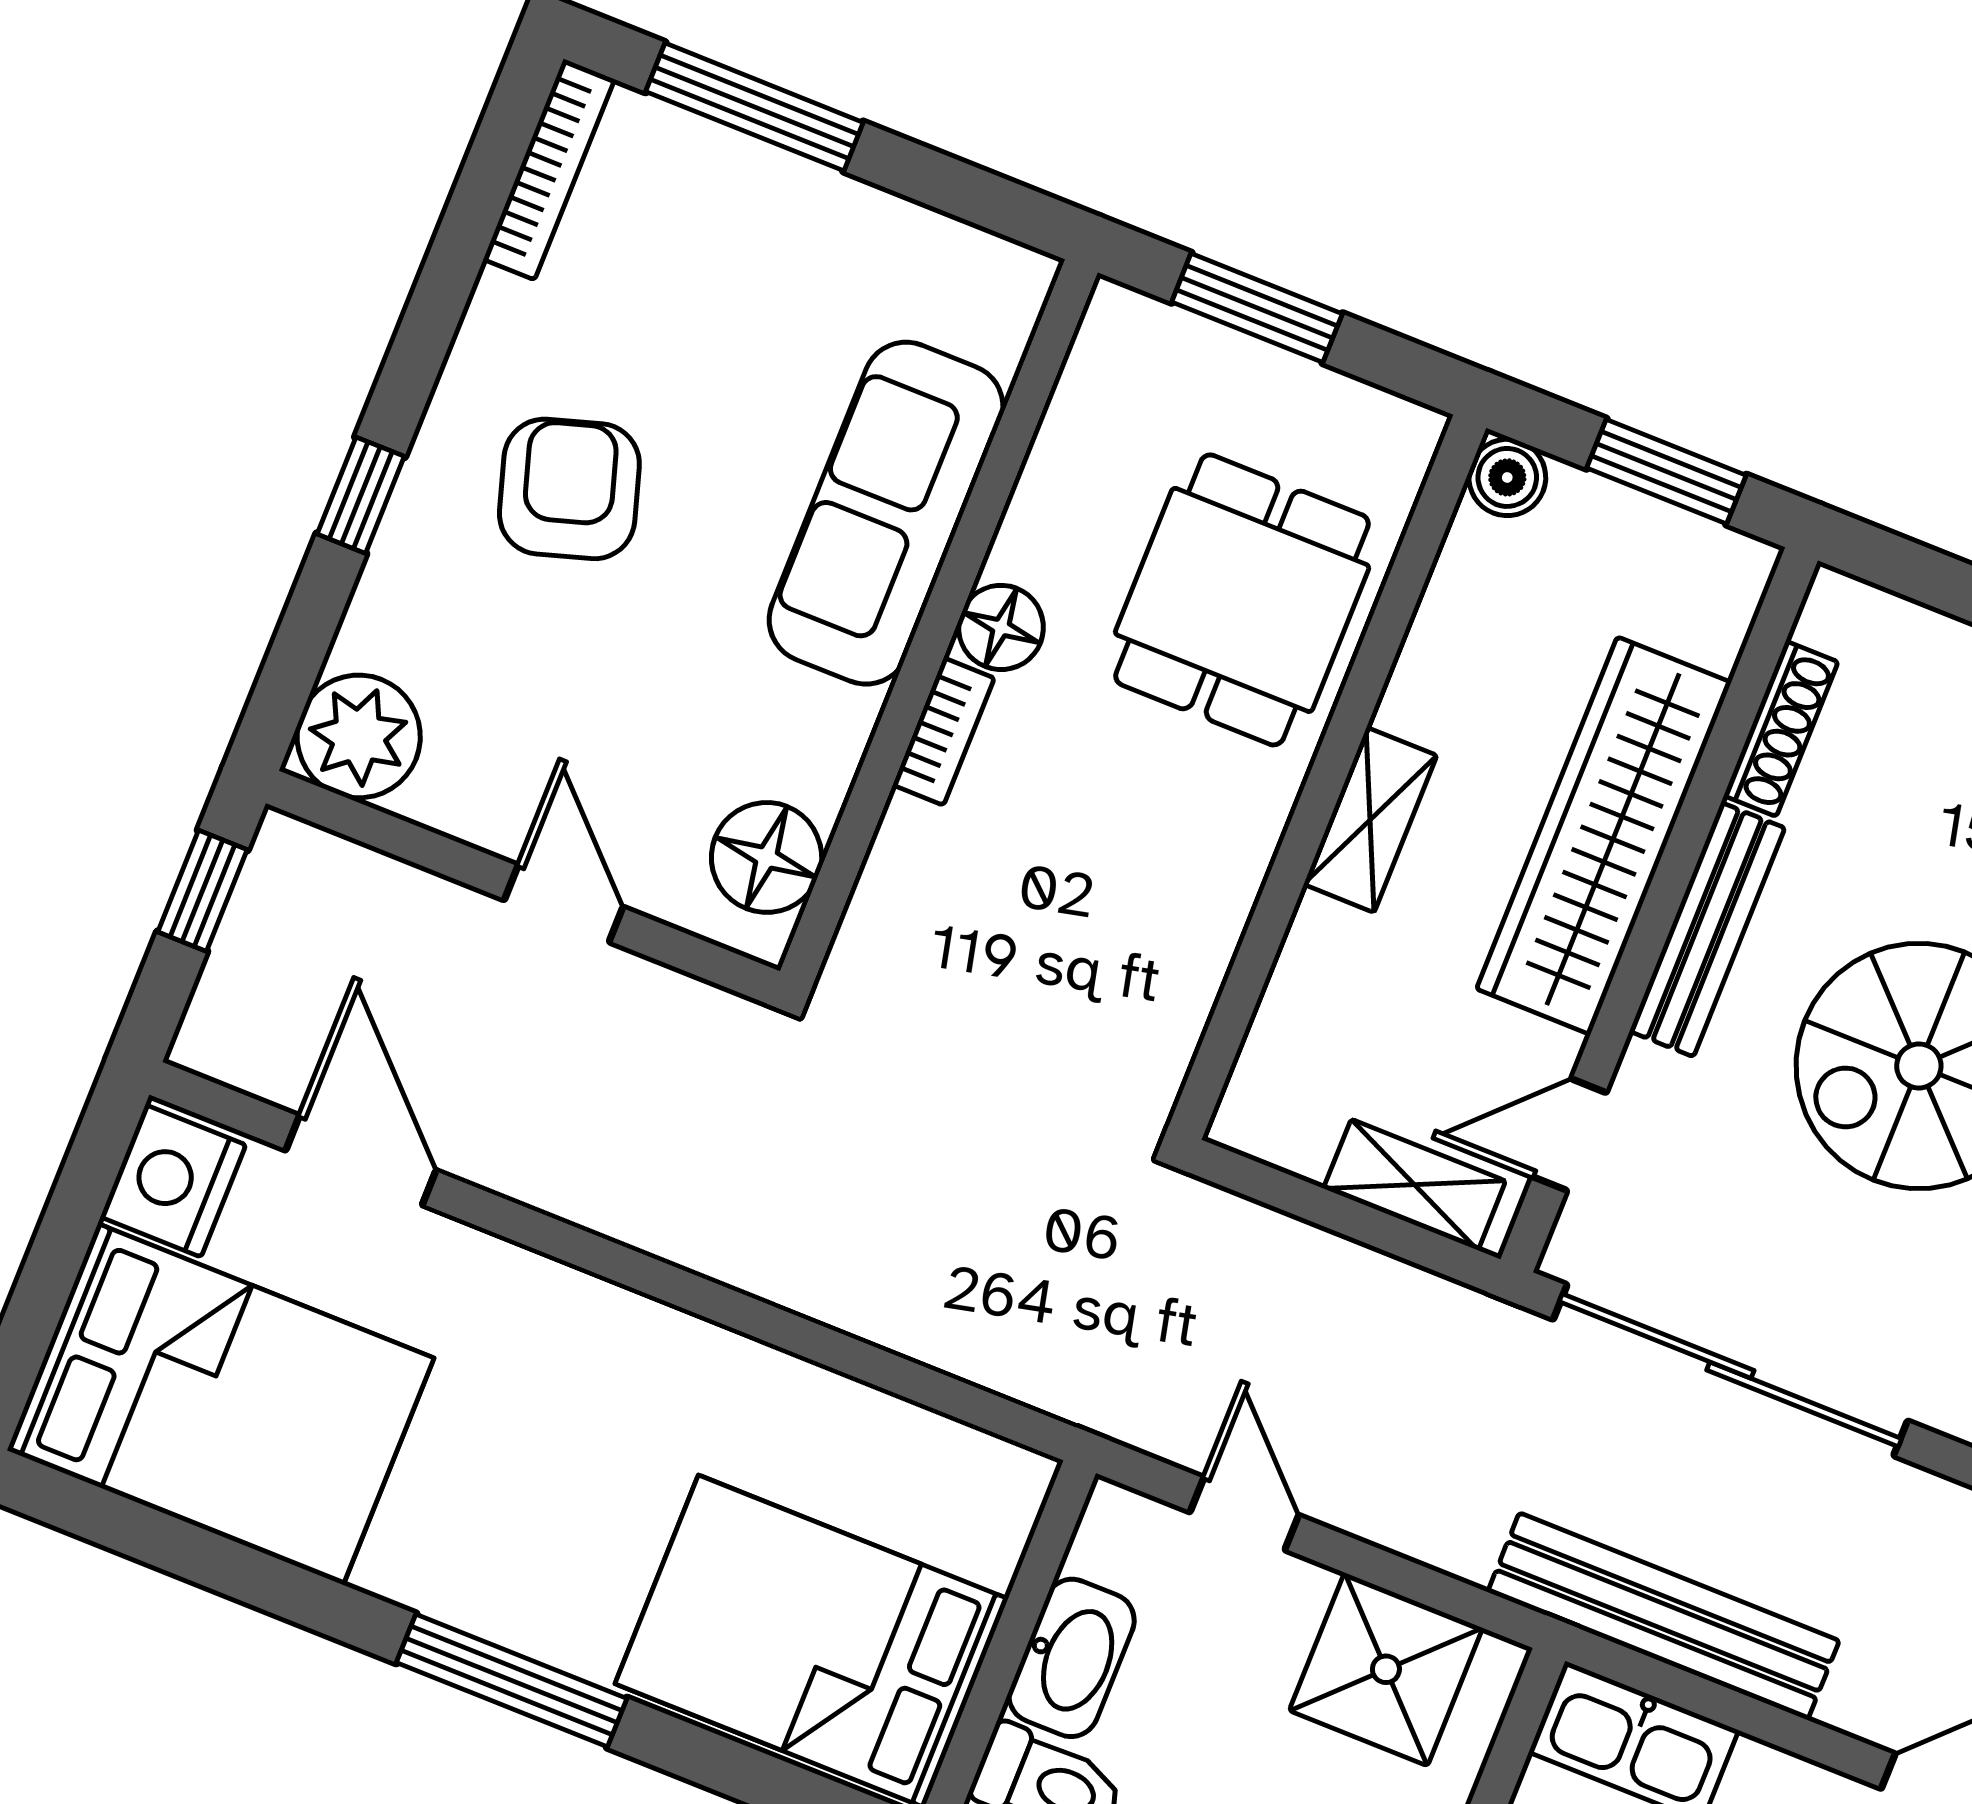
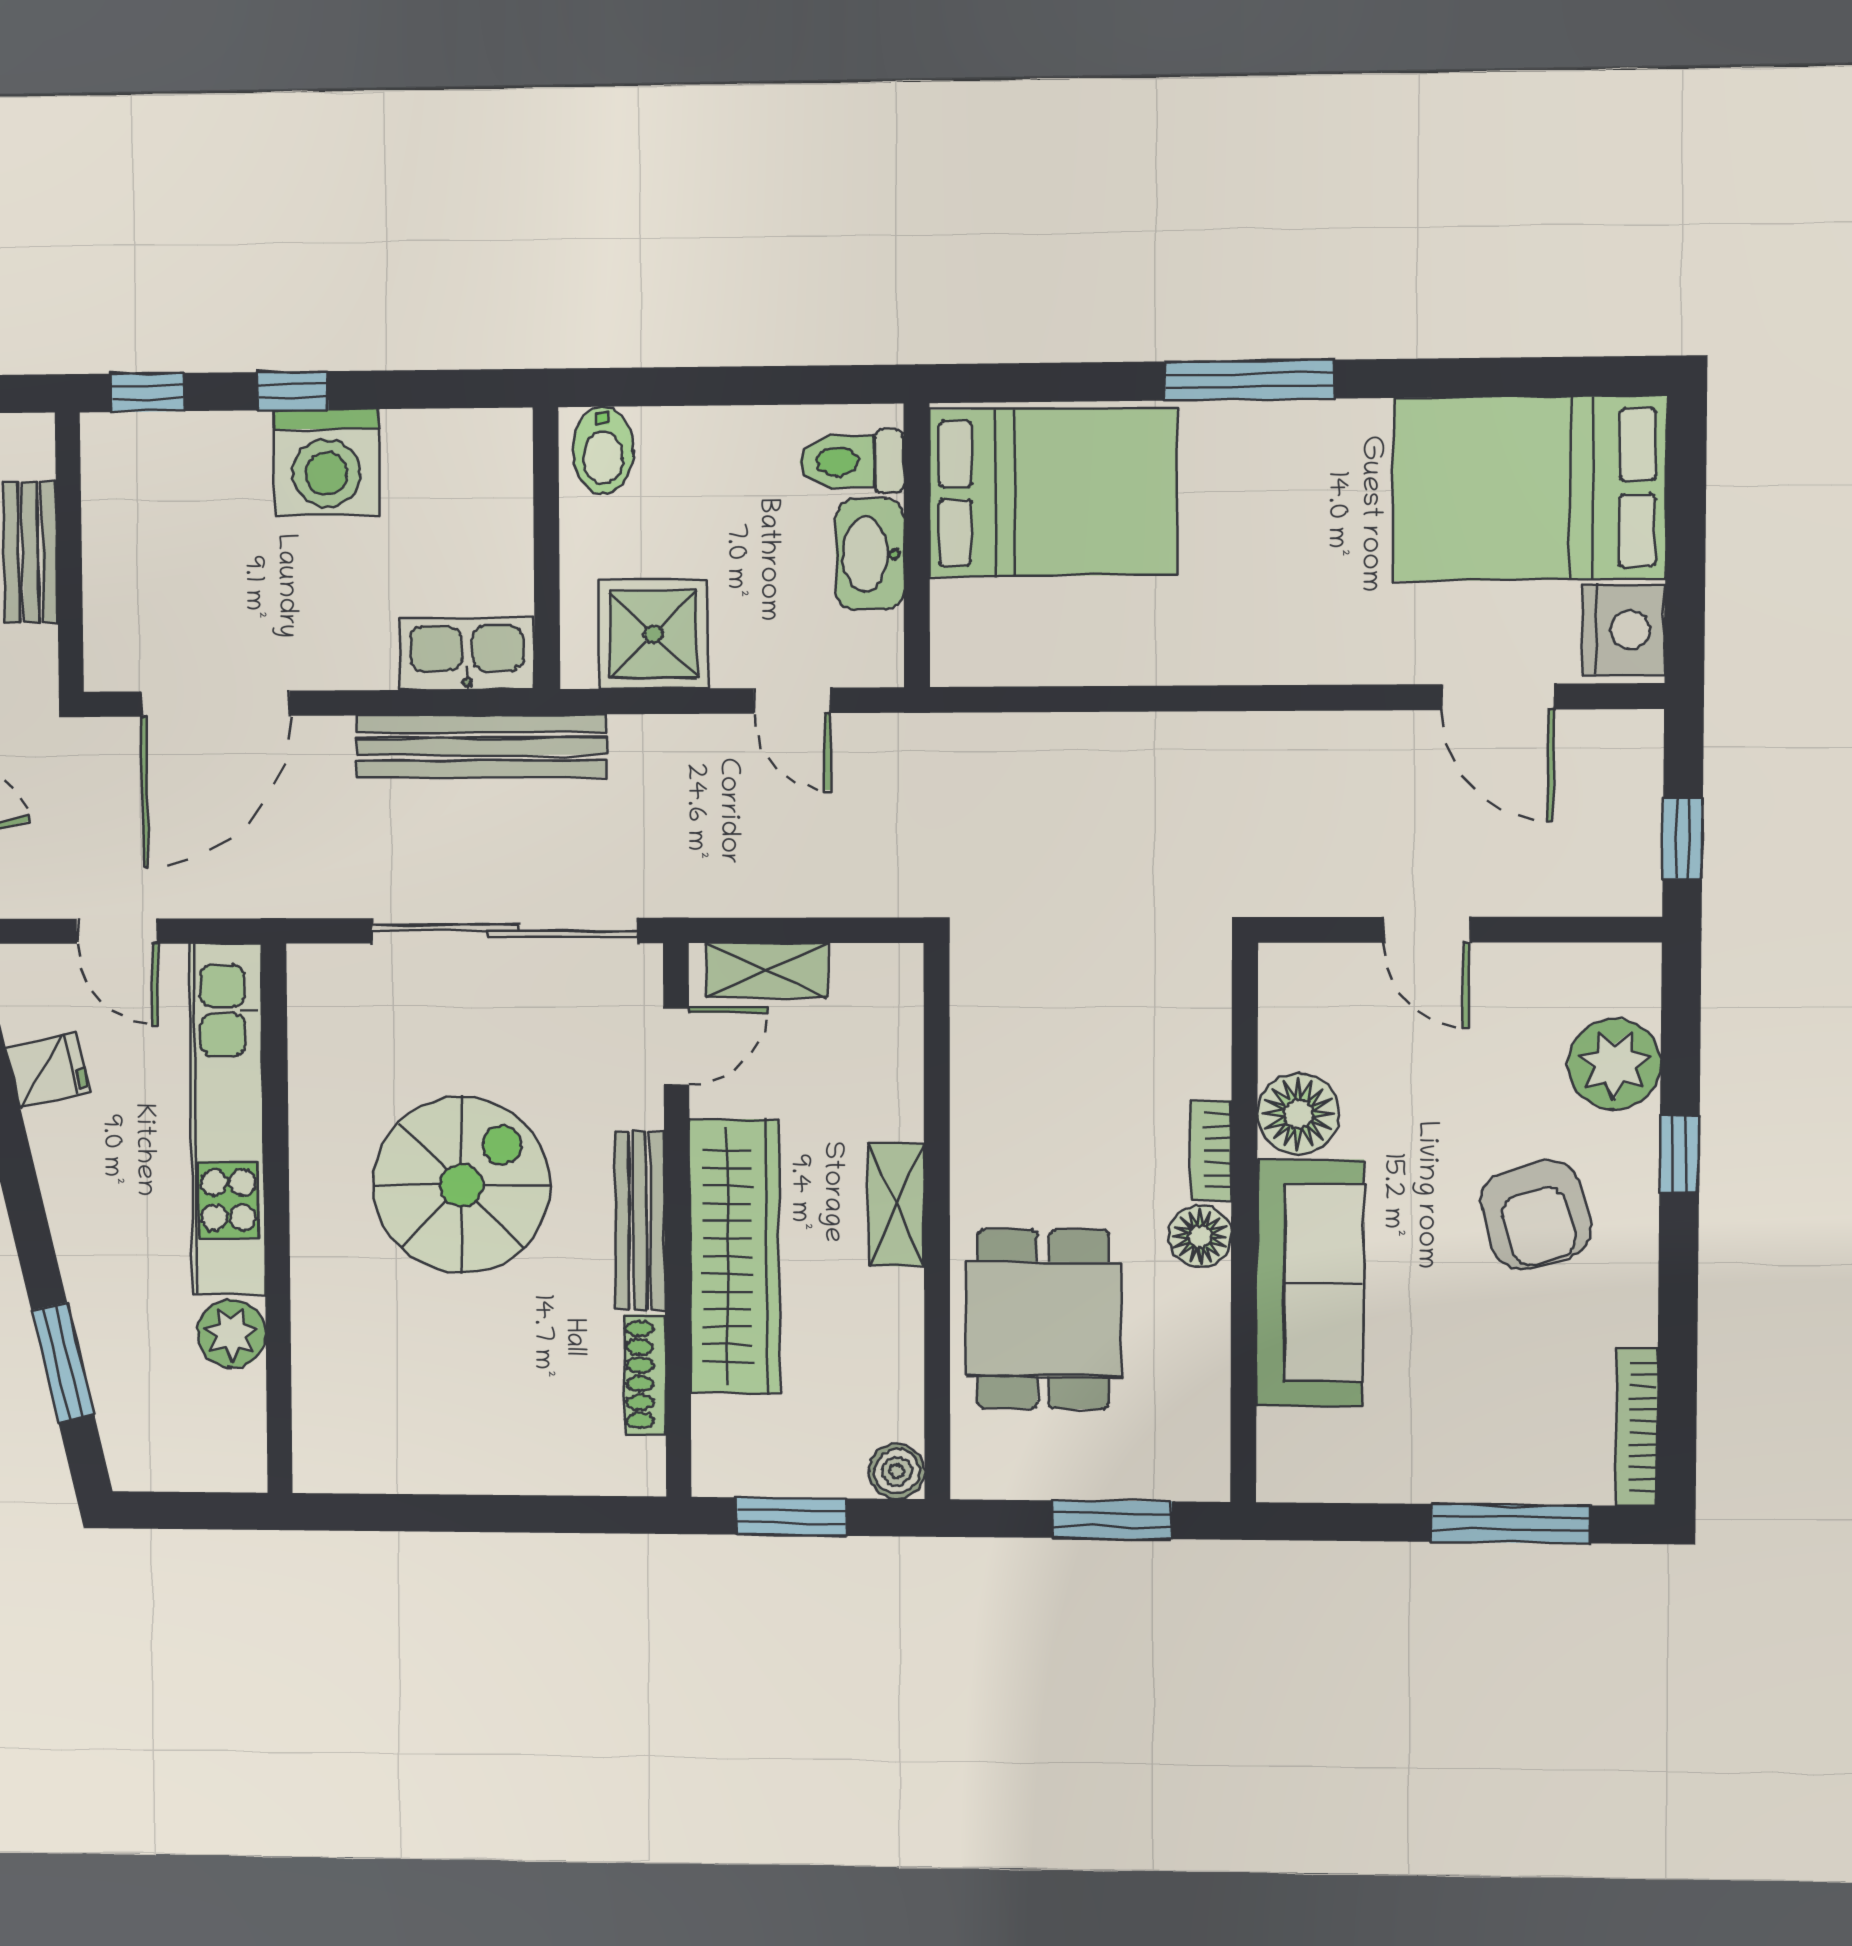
plant: (359, 736) -> (1615, 1064), moved
floor lamp: (767, 857) -> (1298, 1114), moved

